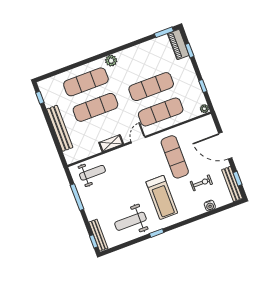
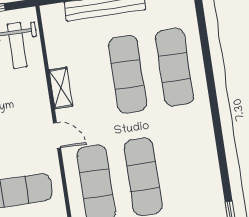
plant: (111, 61) -> (202, 118), removed

